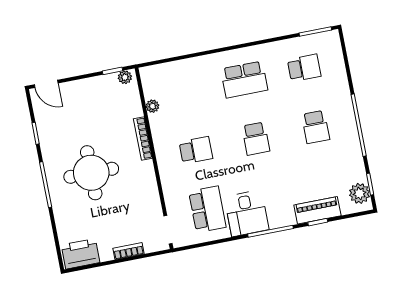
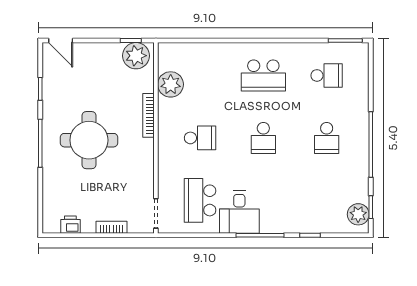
plant: (125, 77) -> (136, 56), width x1.88, depth x1.88
plant: (152, 106) -> (171, 84), width x1.88, depth x1.88
school desk: (207, 209) -> (200, 200), turned 180
piano: (317, 210) -> (312, 223), removed
printer: (81, 254) -> (70, 225), width x0.53, depth x0.68

